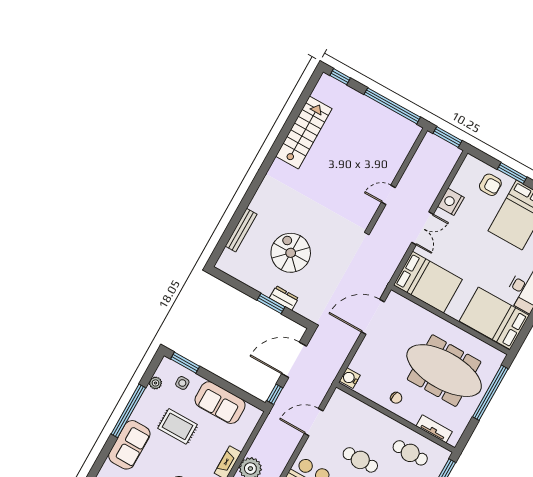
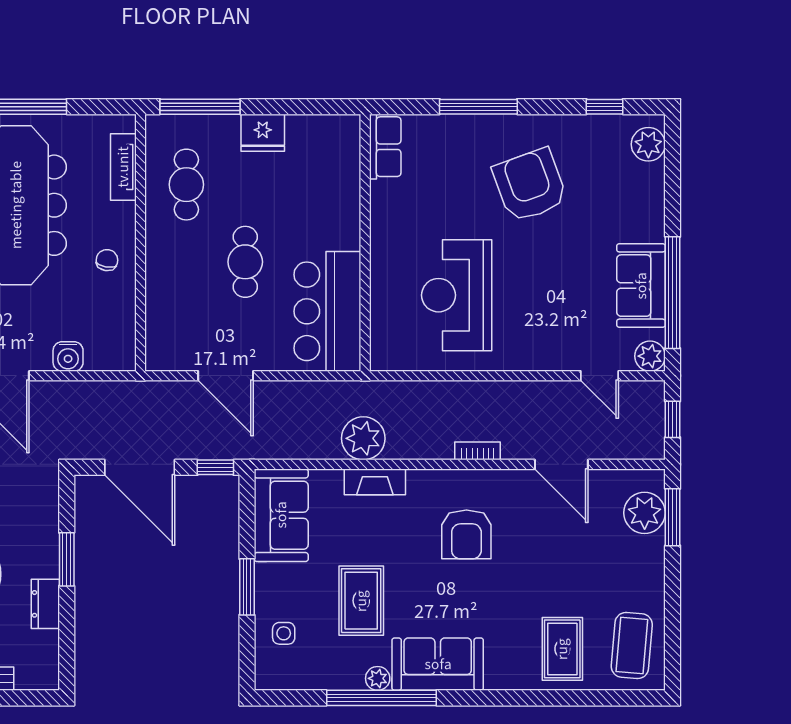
dresser: (284, 298) -> (45, 604), moved
window: (185, 363) -> (247, 587), moved
water cooler: (350, 378) -> (68, 356), moved
plant: (155, 383) -> (378, 678), moved
sofa: (220, 403) -> (281, 515), moved

